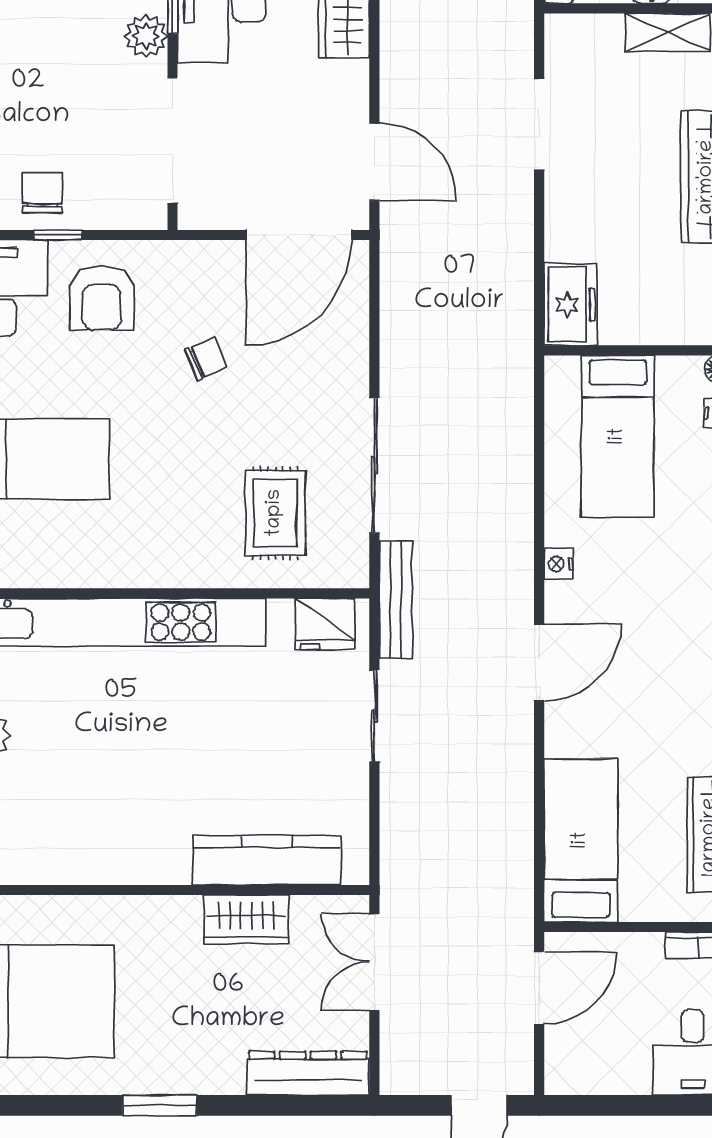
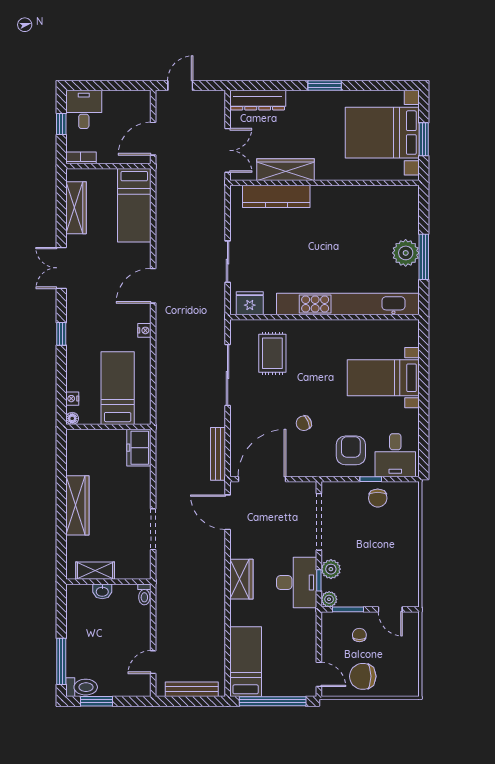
bench: (396, 600) -> (218, 454), moved
wardrobe: (246, 919) -> (286, 170), width x1.50

